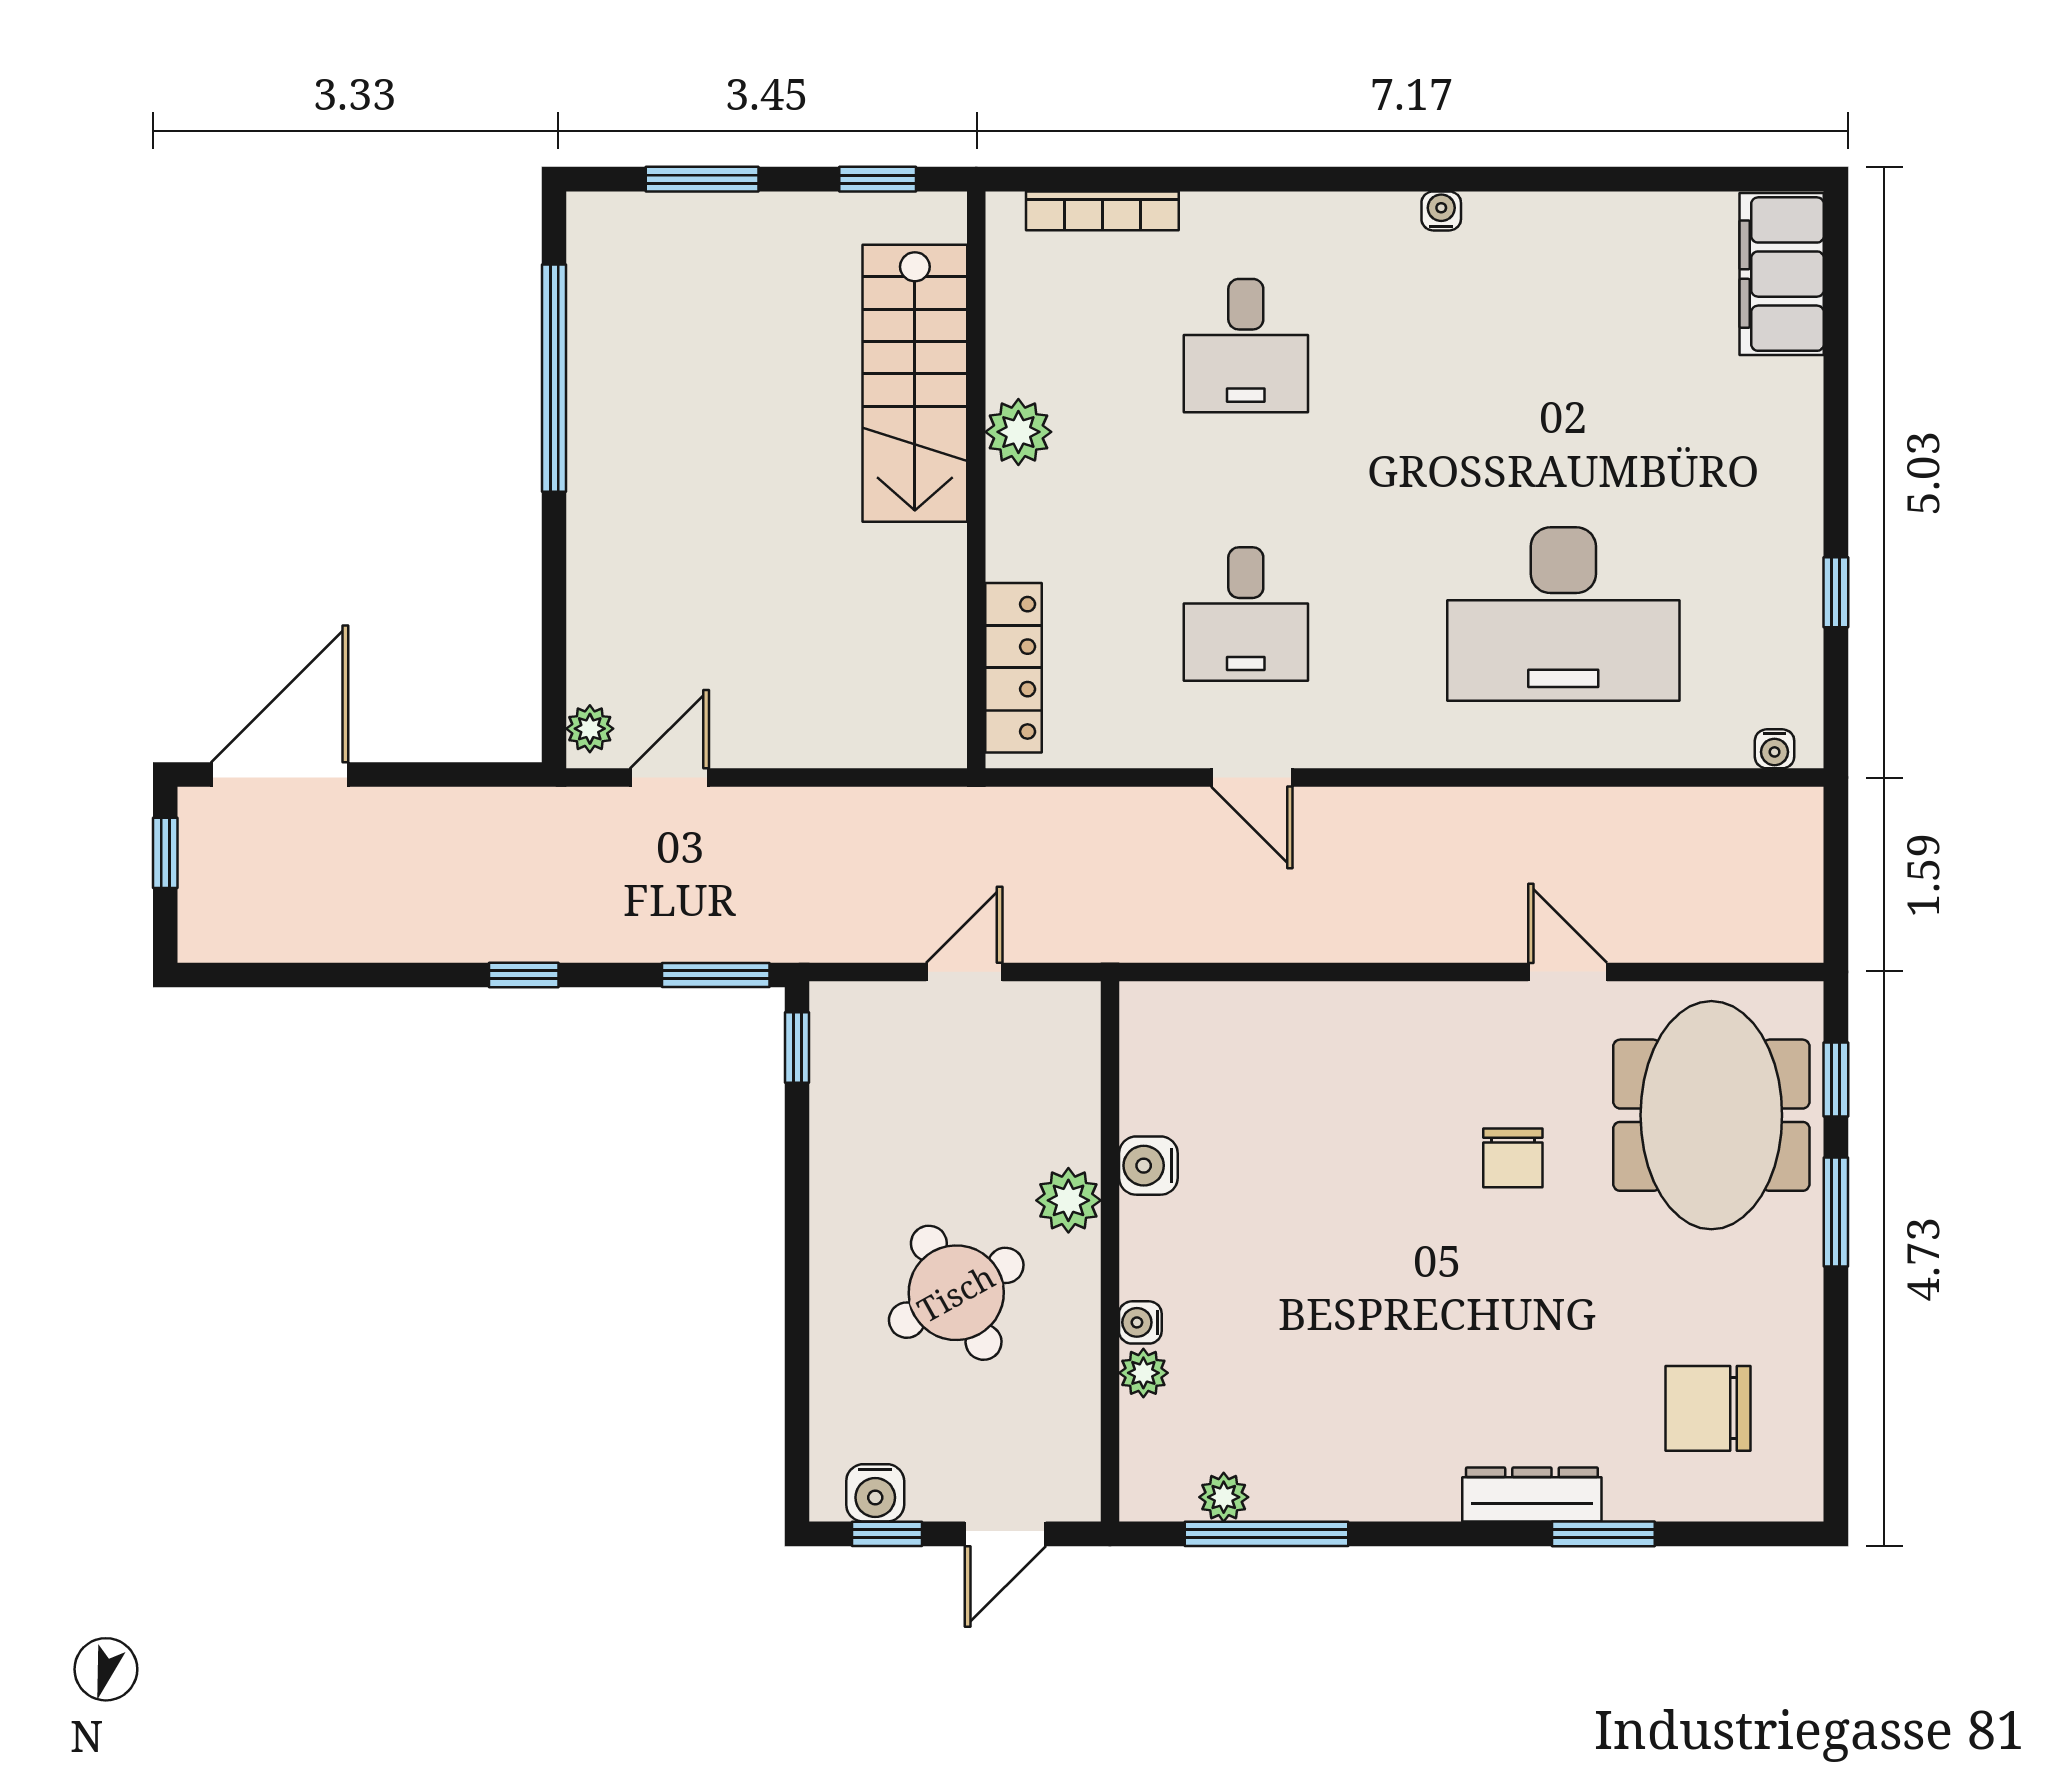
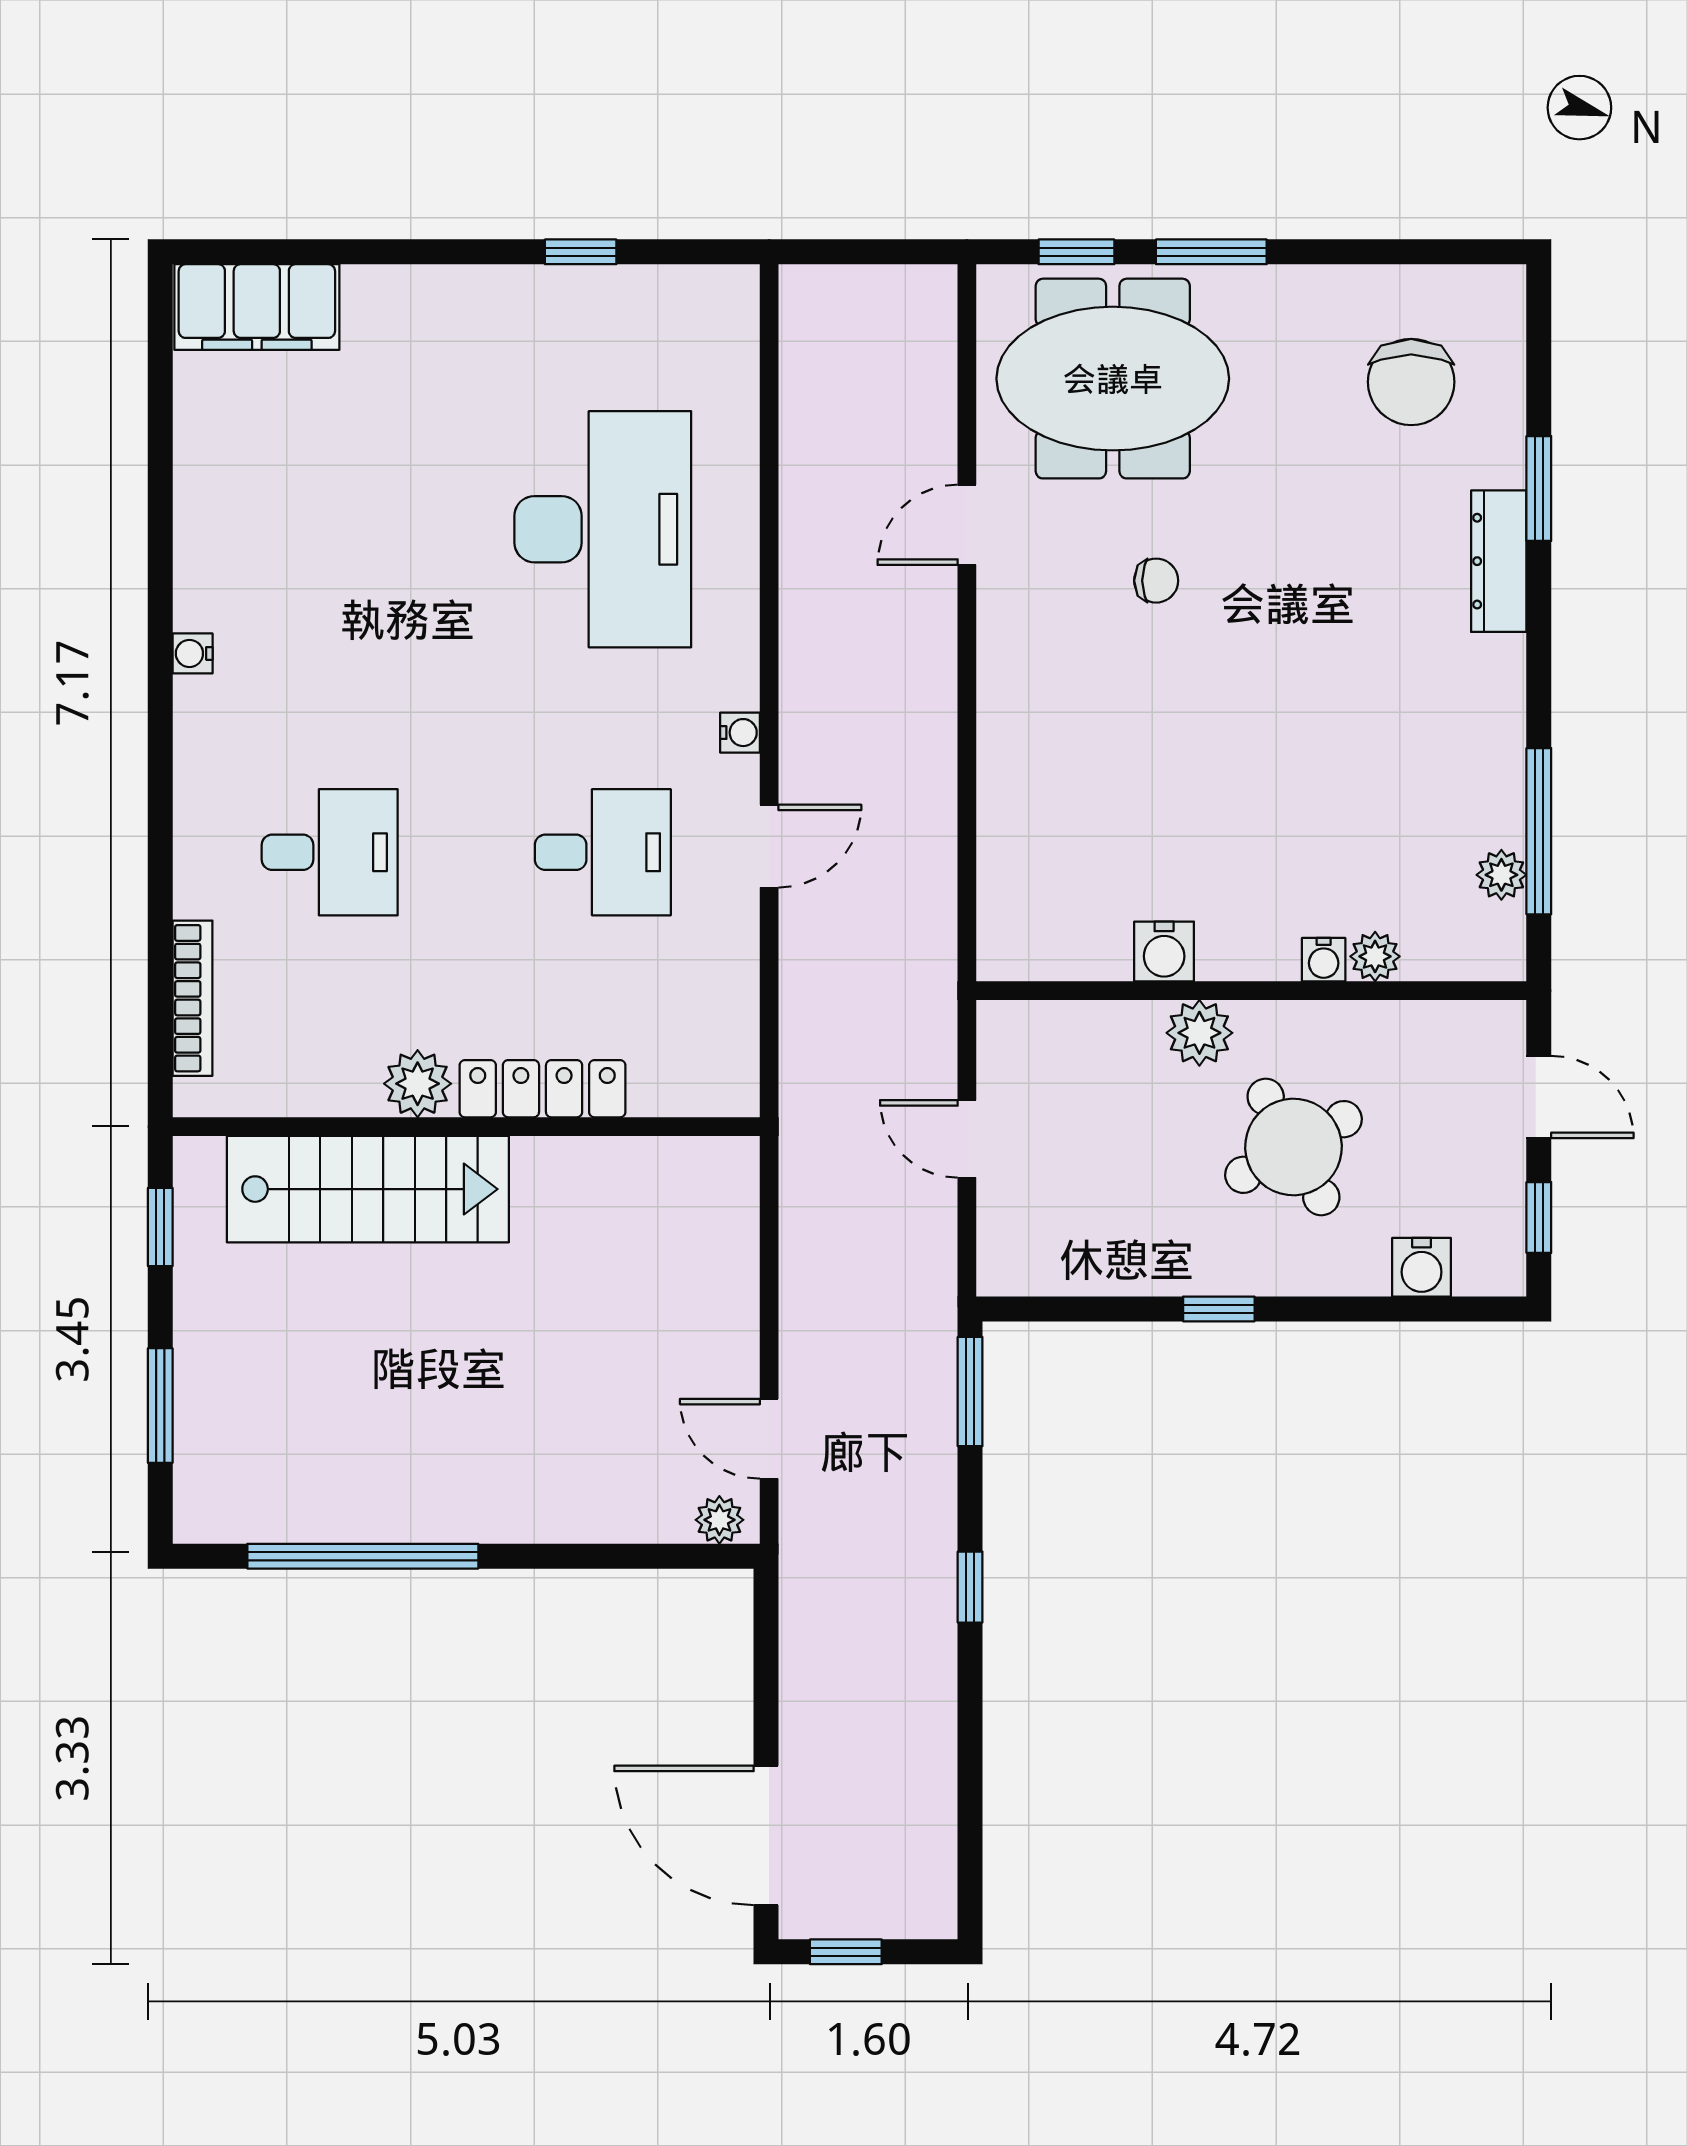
locker: (1013, 668) -> (542, 1089), moved
water cooler: (1775, 749) -> (740, 733), moved
window: (797, 1048) -> (1219, 1309), moved
chair: (1513, 1158) -> (1156, 581), width x0.73, depth x0.73
water cooler: (875, 1493) -> (1422, 1267), moved, turned 90

